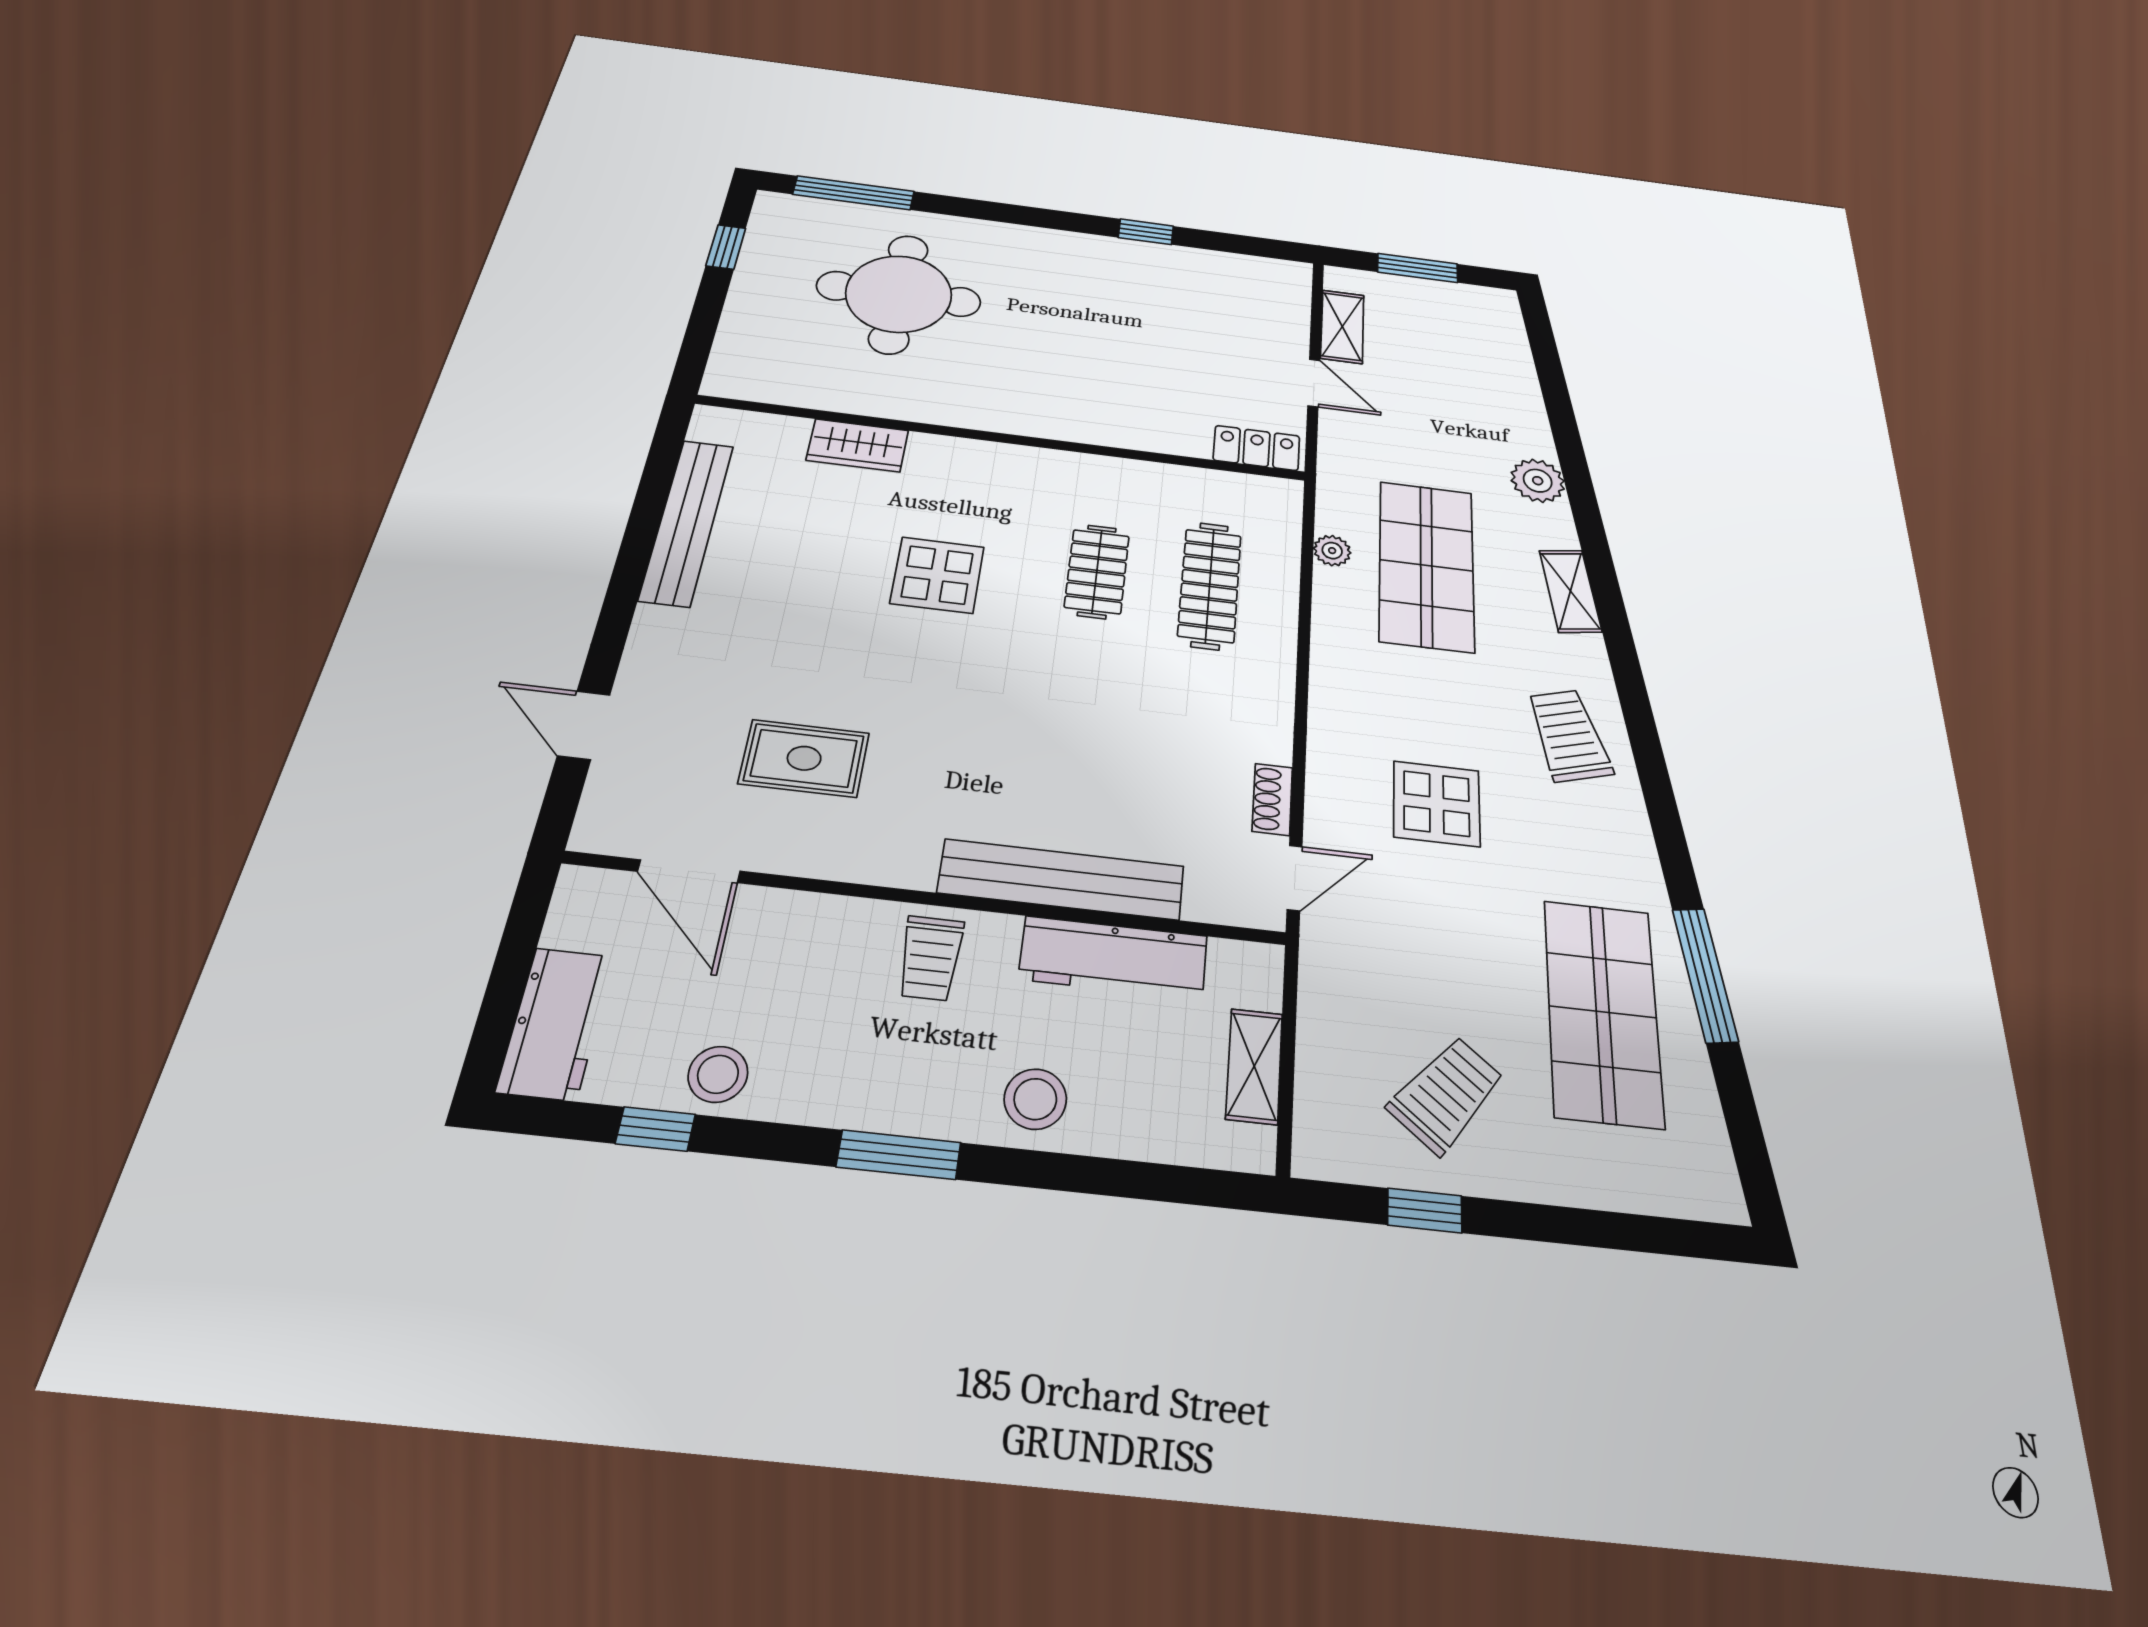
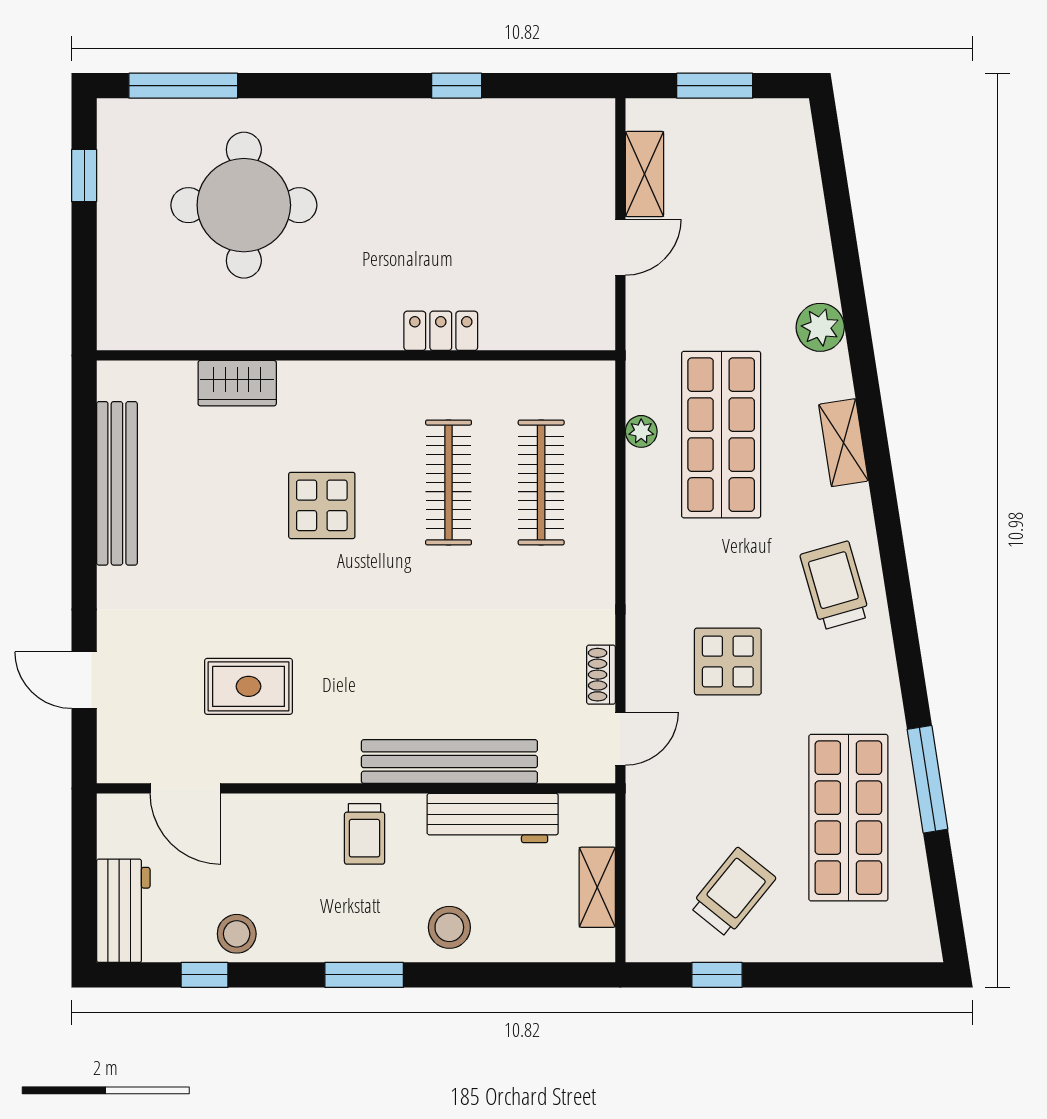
door: (1314, 383) -> (620, 247), hinge flipped
locker: (1256, 448) -> (441, 331), moved
clothes rail: (1097, 571) -> (449, 482), width x1.36

